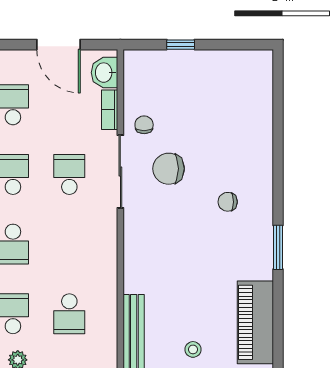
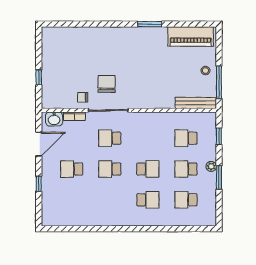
chair: (169, 169) -> (107, 84), turned 180
chair: (228, 202) -> (125, 52), removed
school desk: (69, 314) -> (186, 138), turned 180

